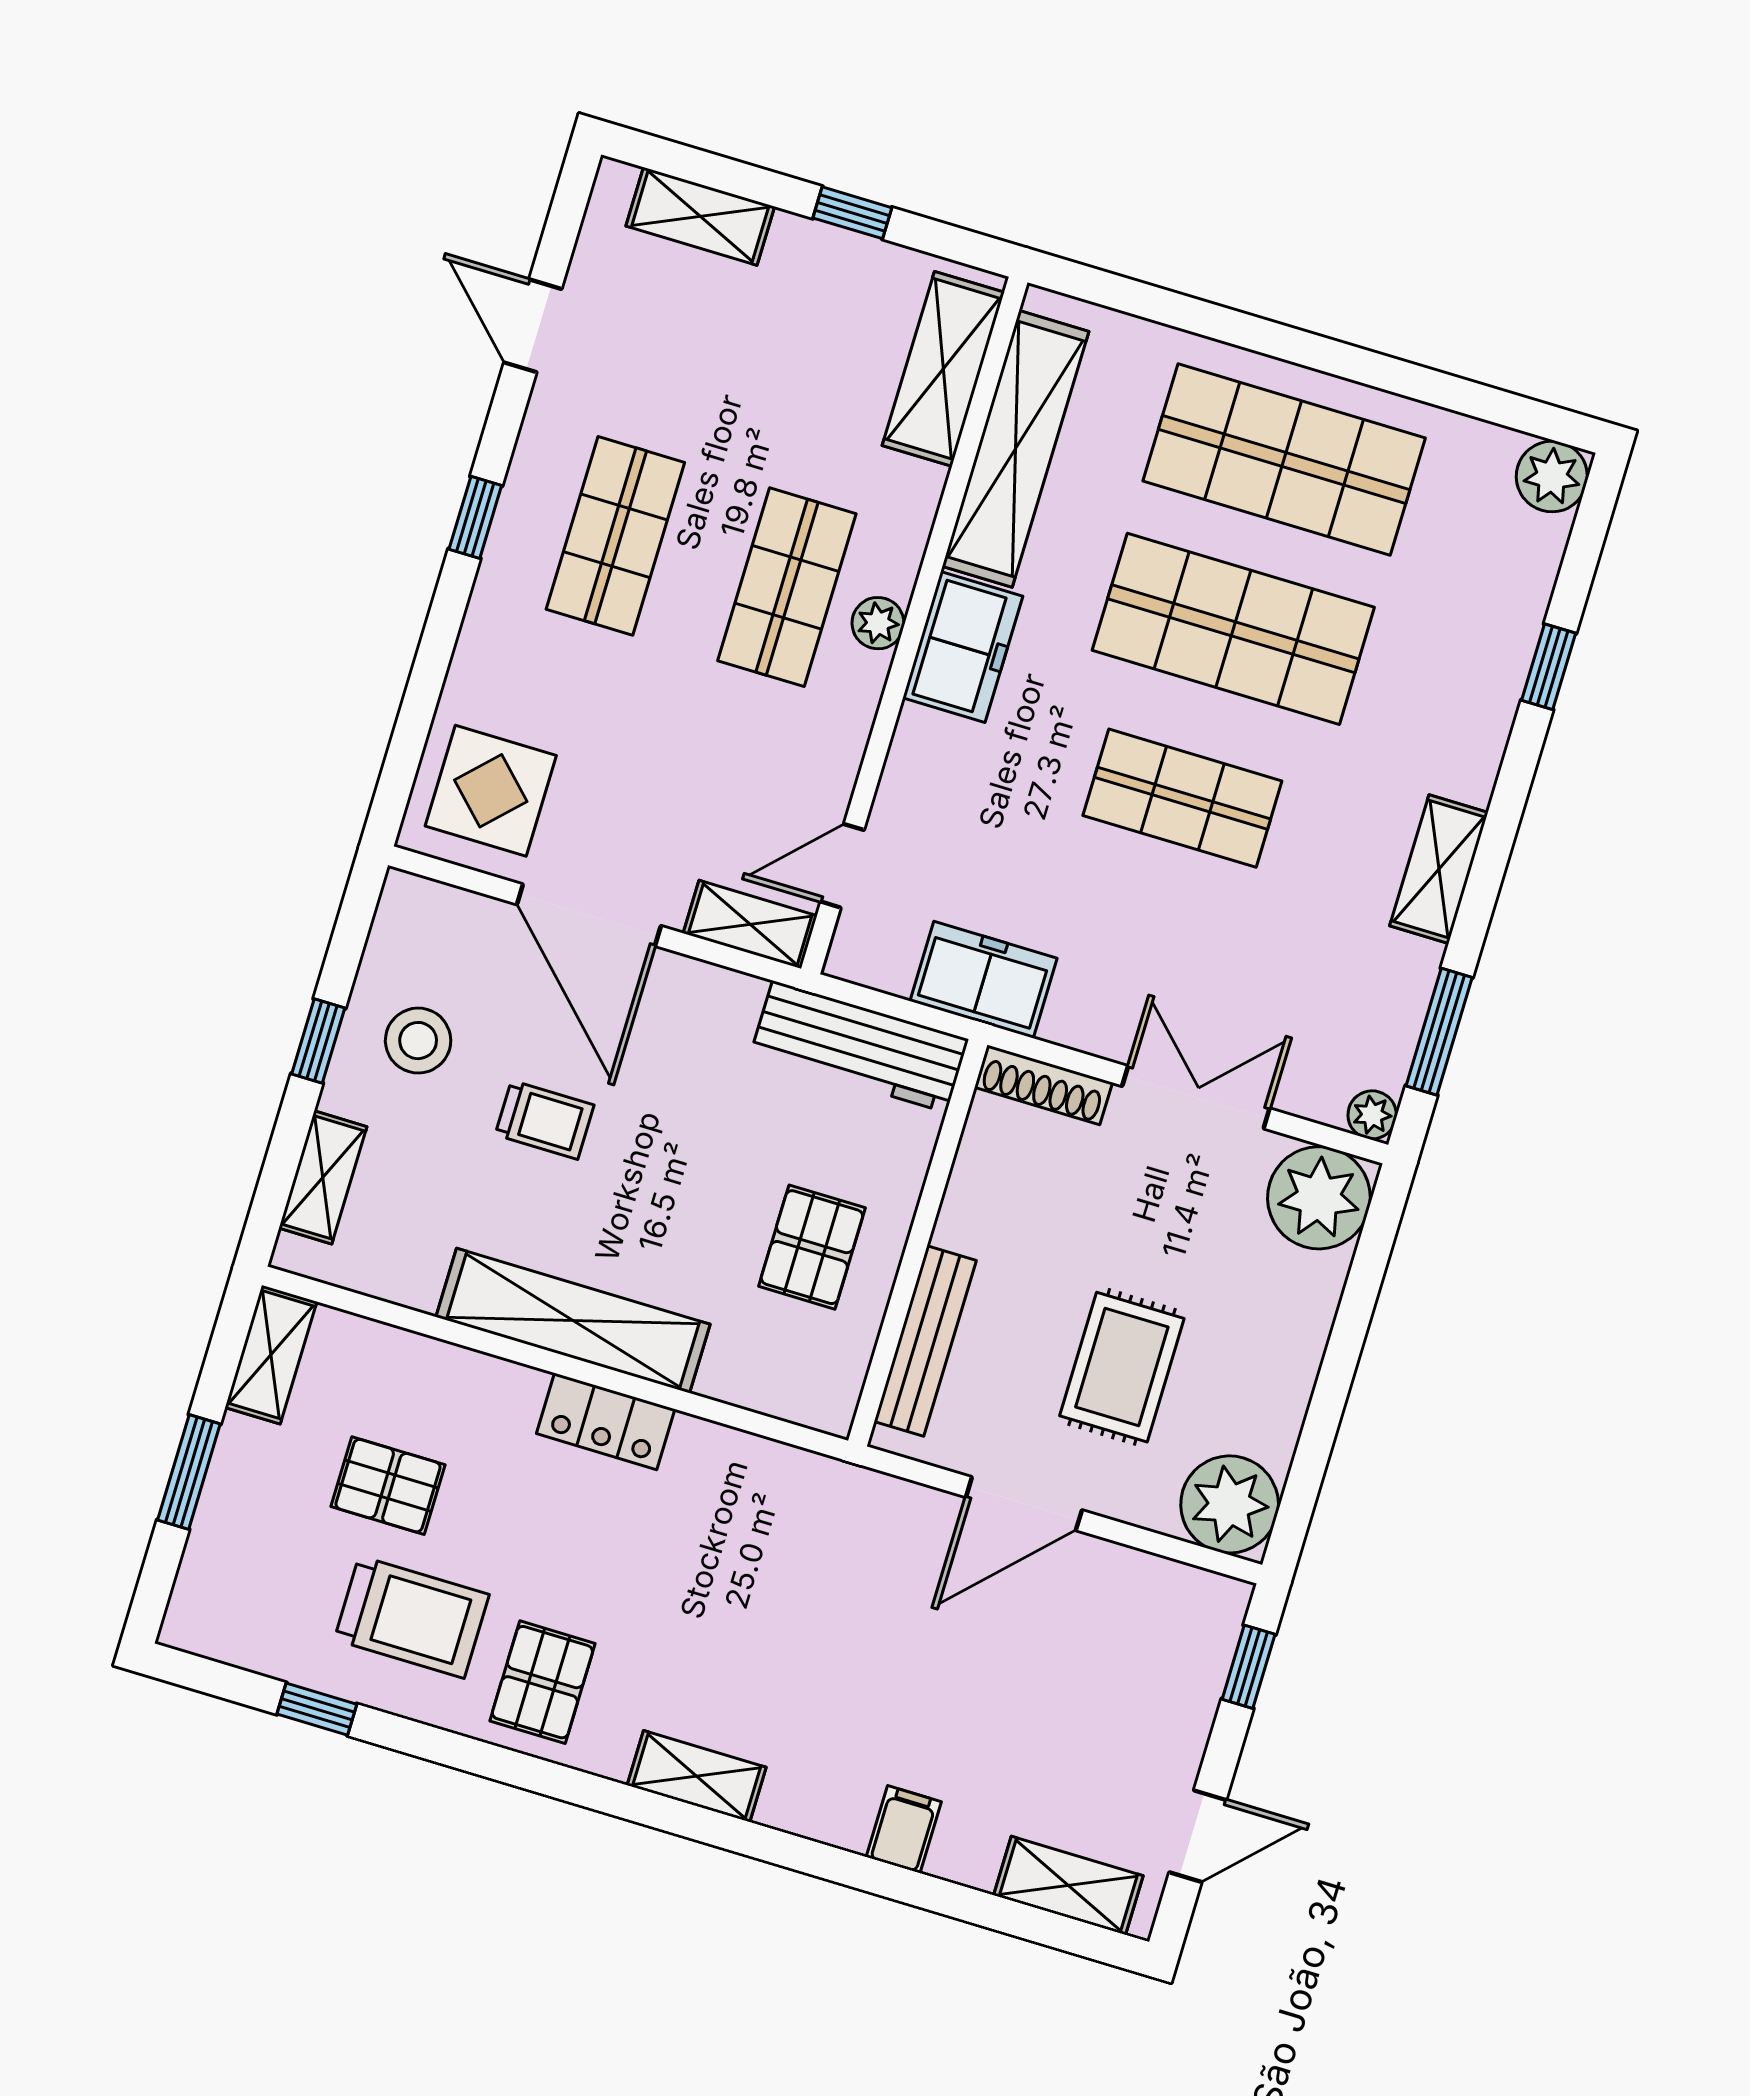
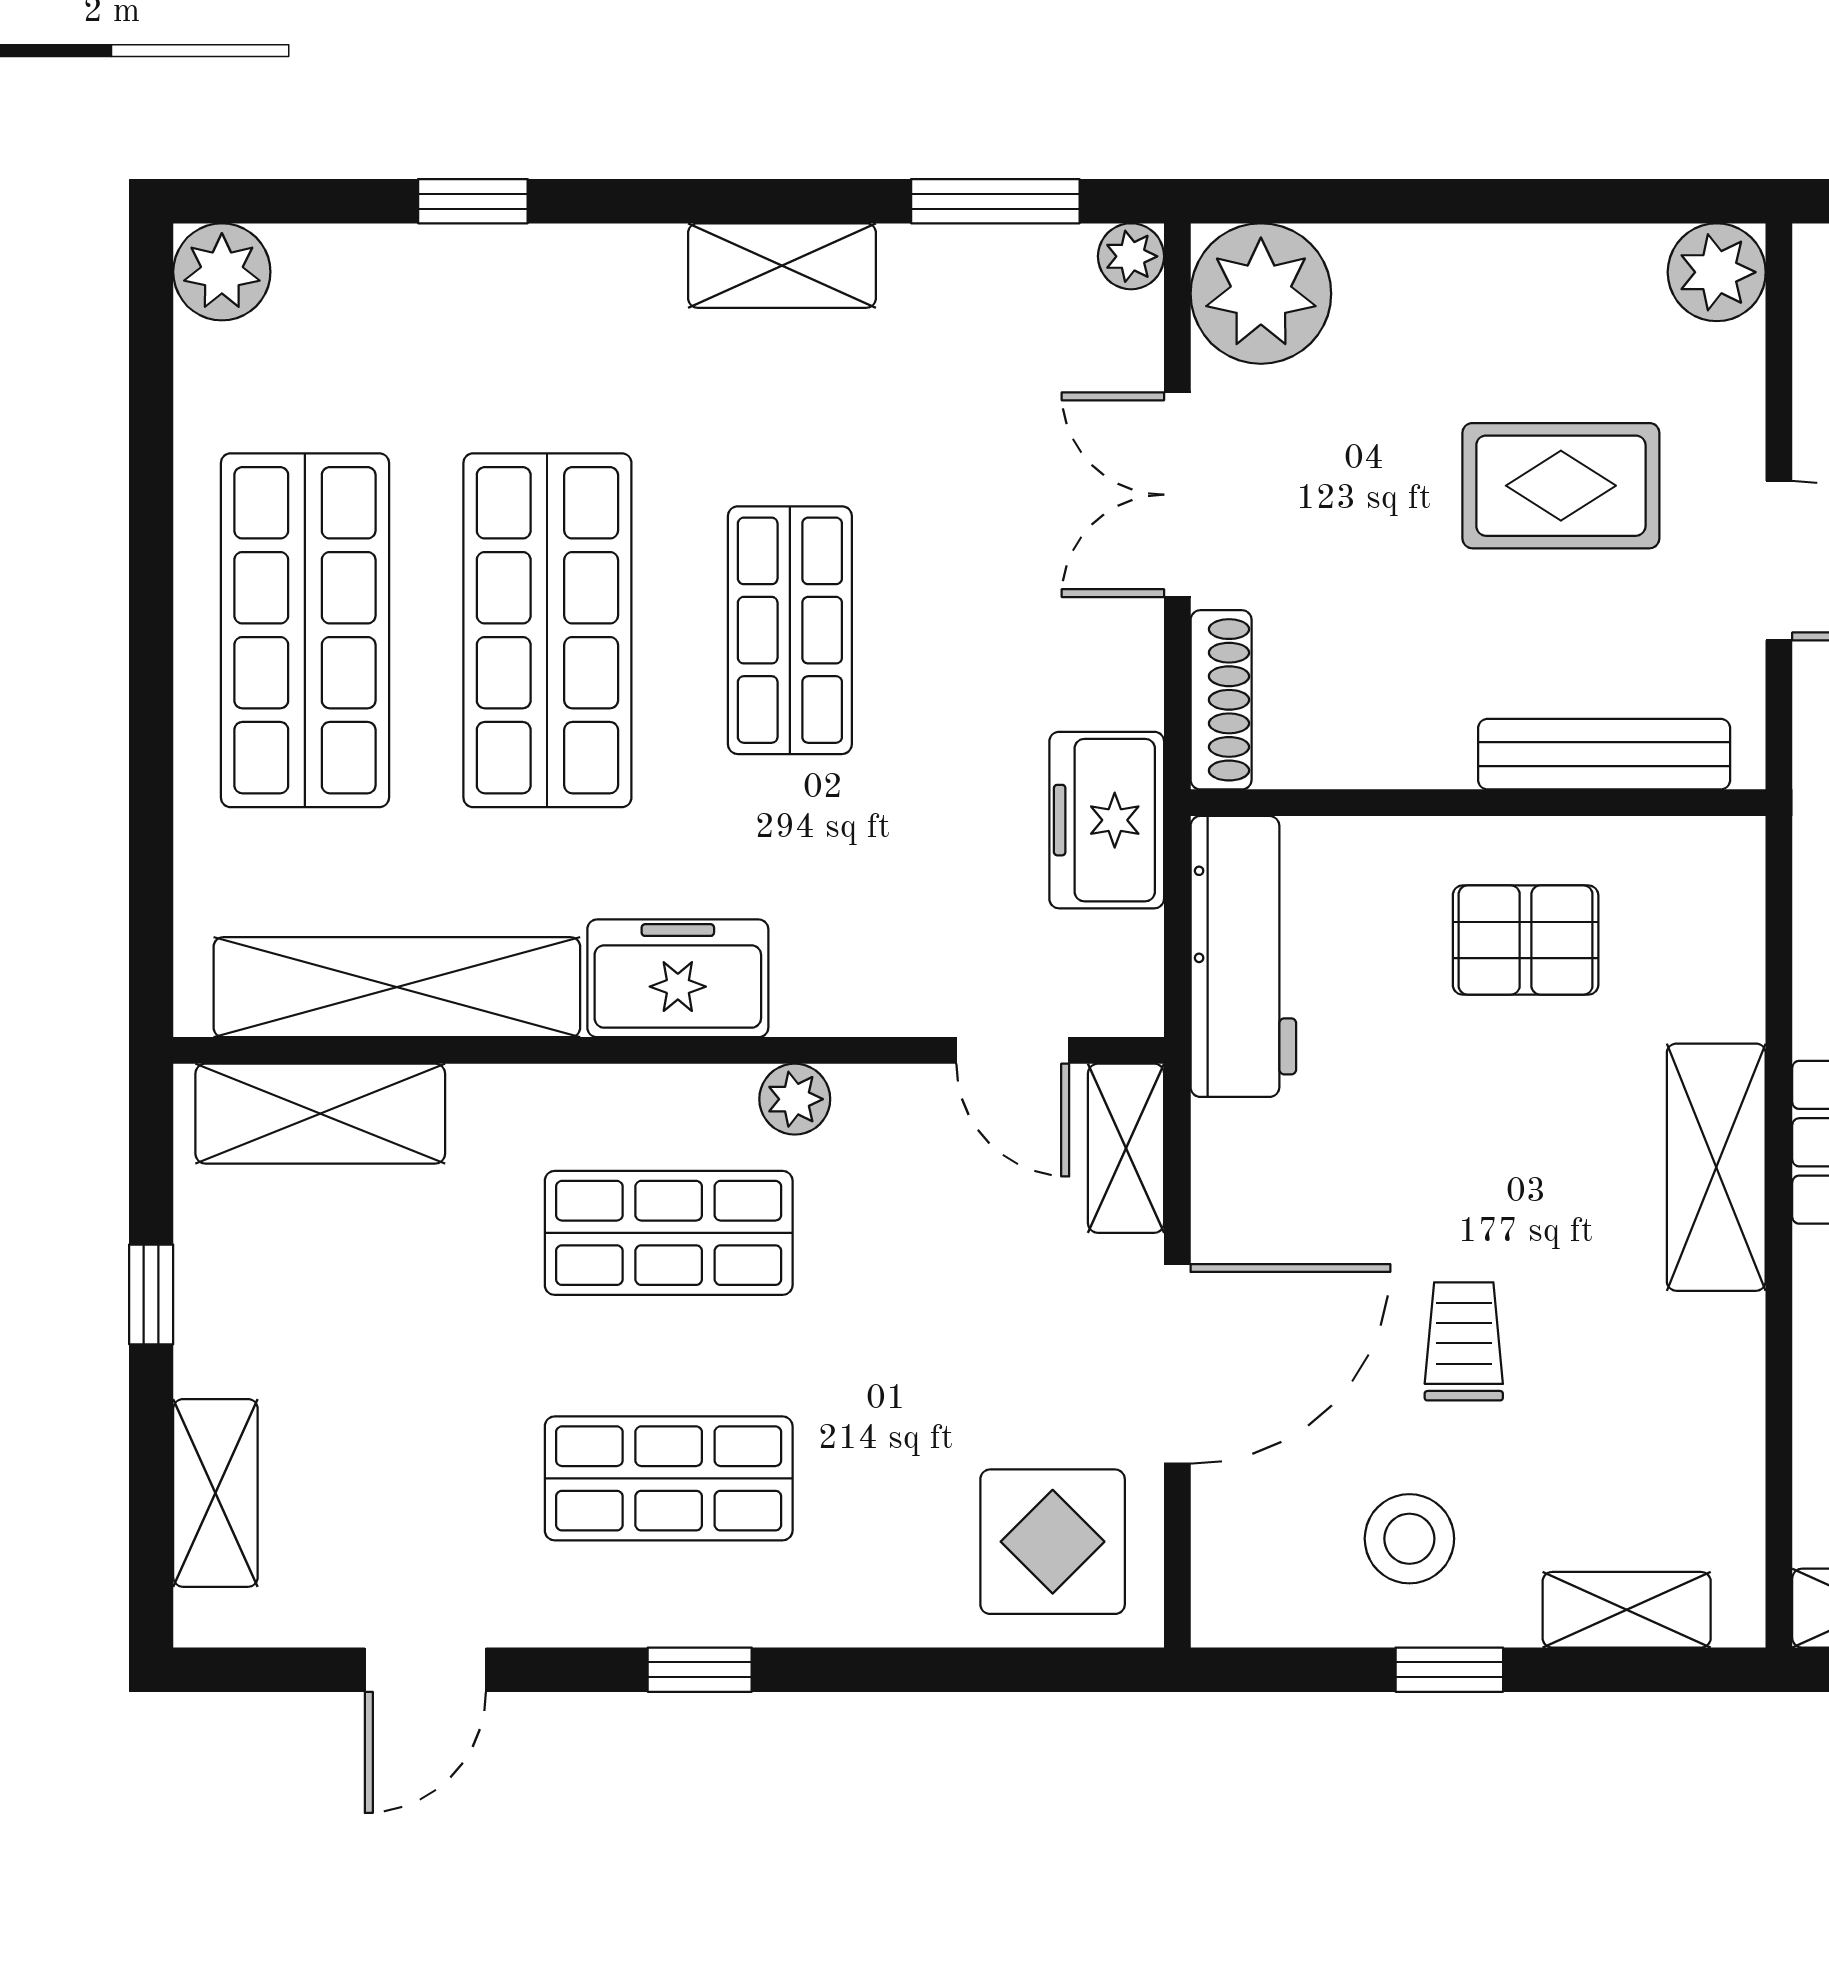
plant: (878, 623) -> (795, 1099), moved
shelving: (573, 1321) -> (1716, 1167), width x0.68
plant: (1230, 1504) -> (1717, 272), width x0.73, depth x0.73

